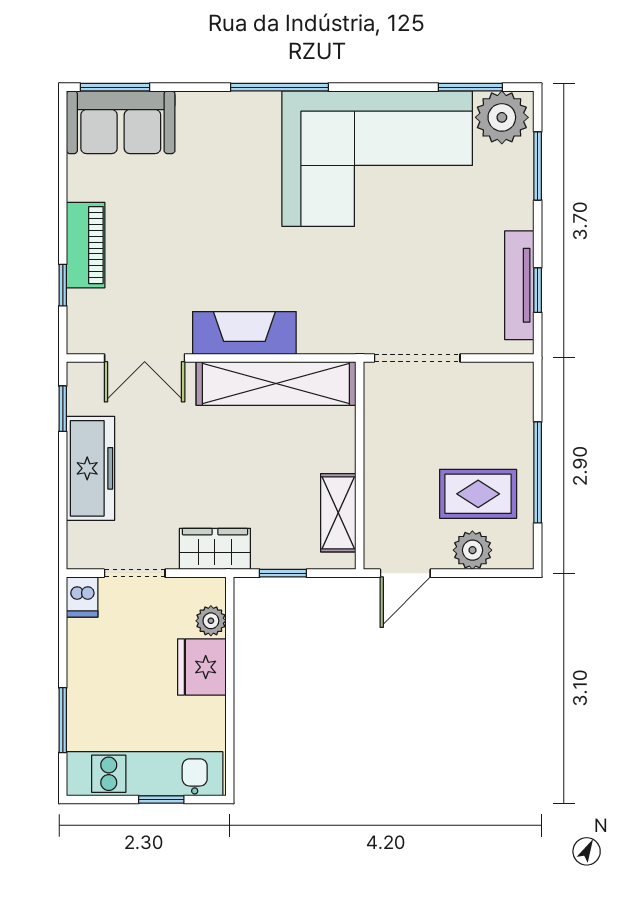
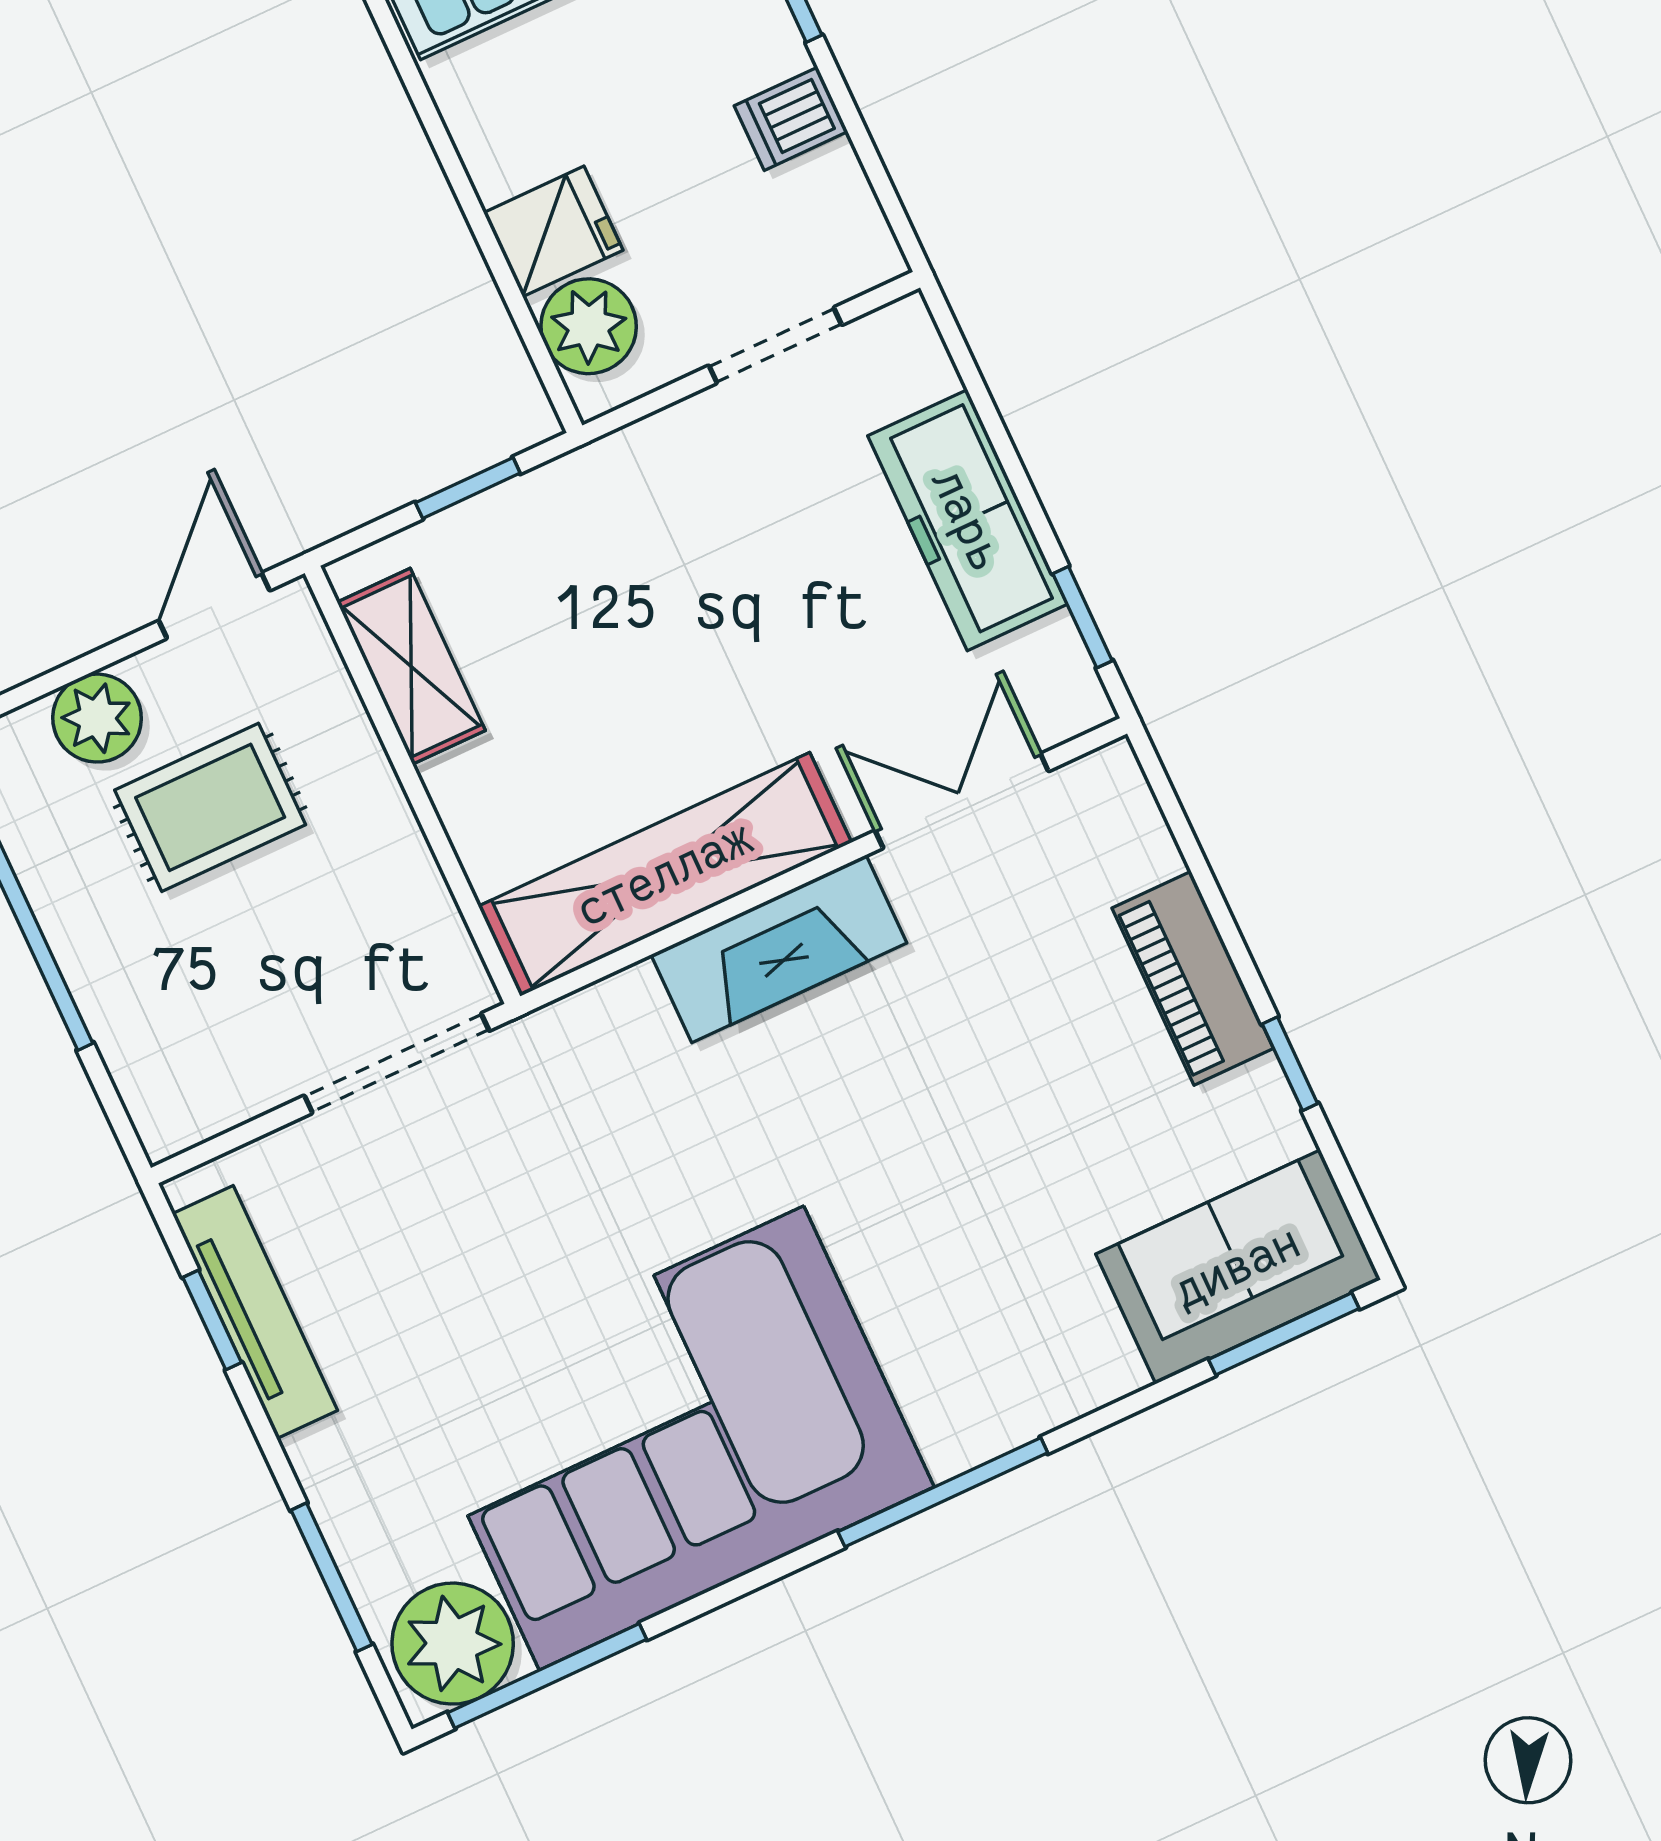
window: (470, 87) -> (547, 1676), width x1.44
window: (63, 285) -> (1290, 1064), moved
rug: (478, 494) -> (210, 807), moved
wardrobe: (215, 549) -> (632, 473), removed
dishwasher: (82, 597) -> (791, 119), moved, turned -90
plant: (211, 621) -> (589, 326), width x1.38, depth x1.38
fridge: (202, 667) -> (553, 231), width x0.72

